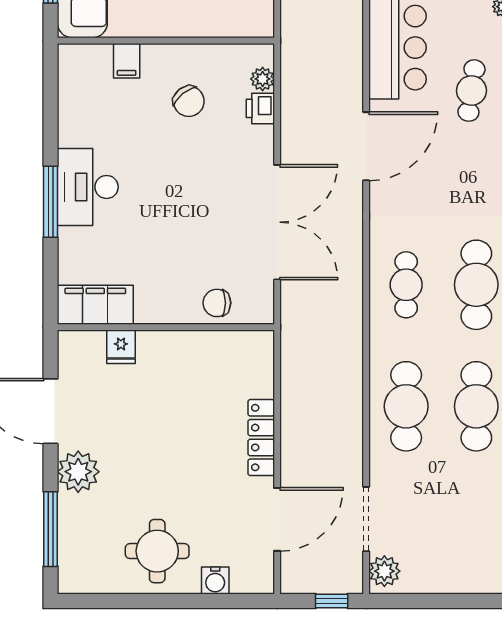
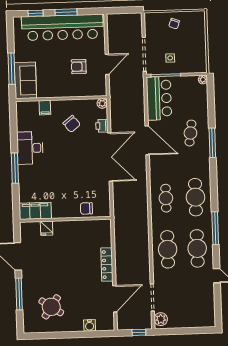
plant: (263, 79) -> (102, 103), moved
cafe table: (471, 91) -> (190, 133), moved
door: (366, 146) -> (147, 140), hinge flipped
desk: (88, 187) -> (30, 148), moved
double door: (277, 222) -> (110, 157), moved
plant: (78, 472) -> (30, 281), removed
window: (50, 529) -> (19, 294), moved
round table: (157, 551) -> (51, 307), moved, turned 34

